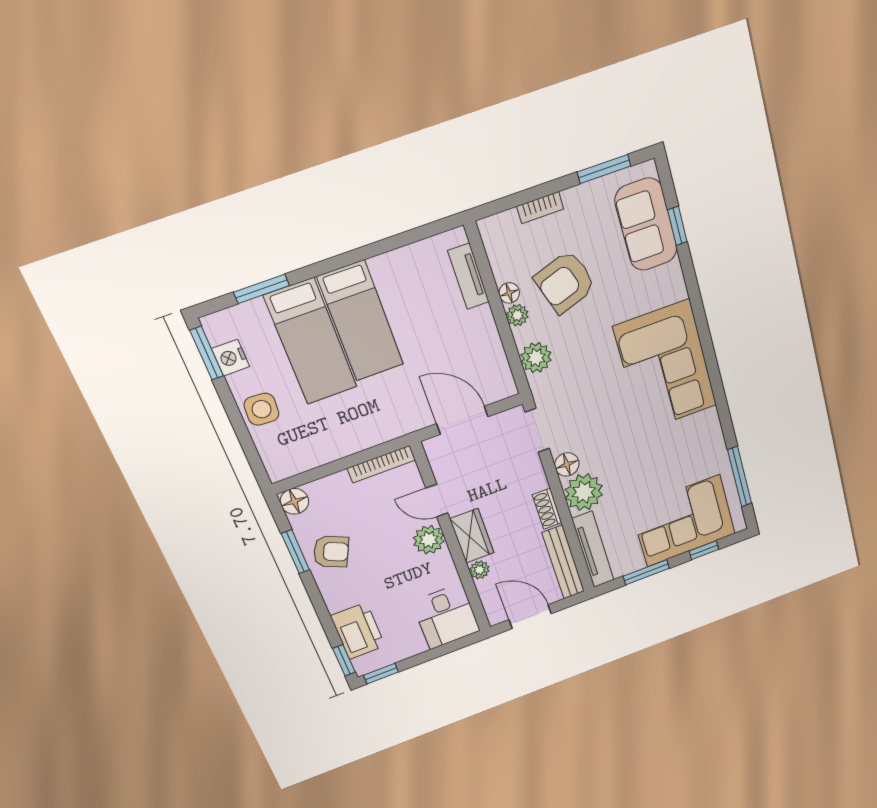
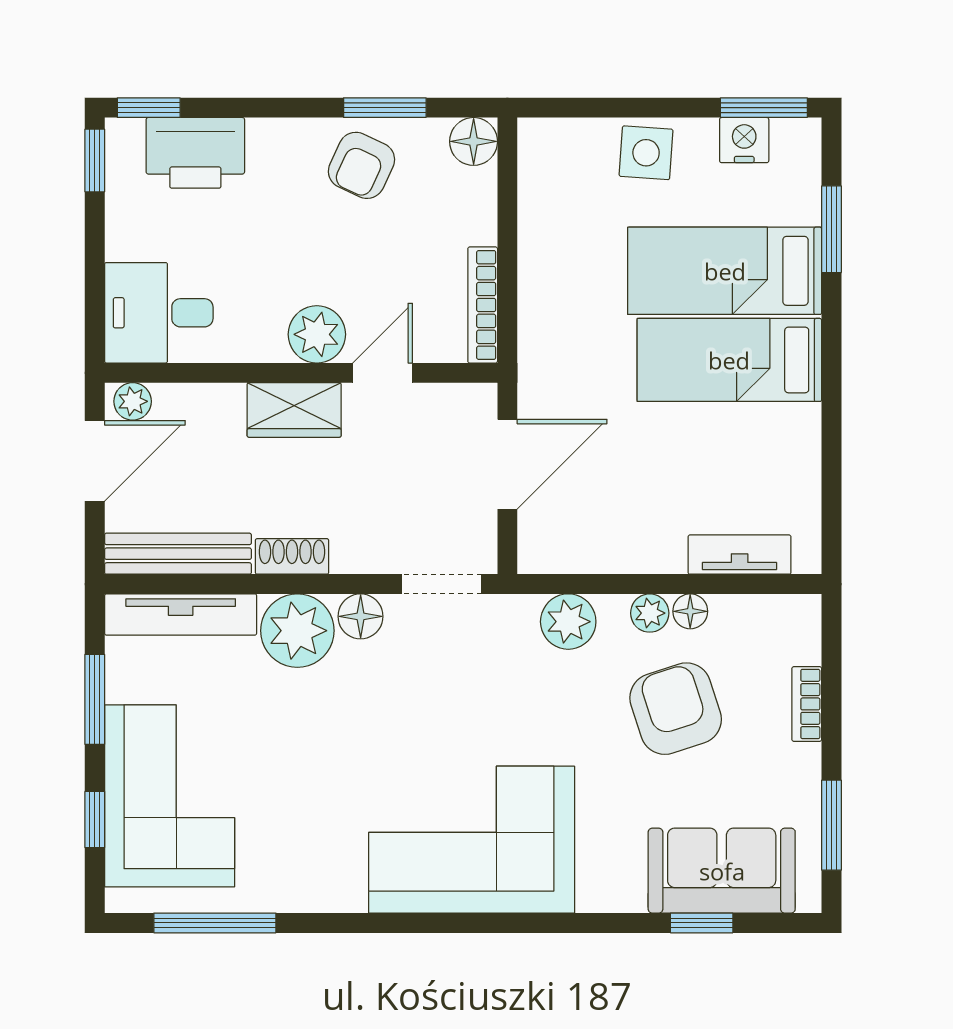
plant: (479, 570) -> (133, 401), moved

